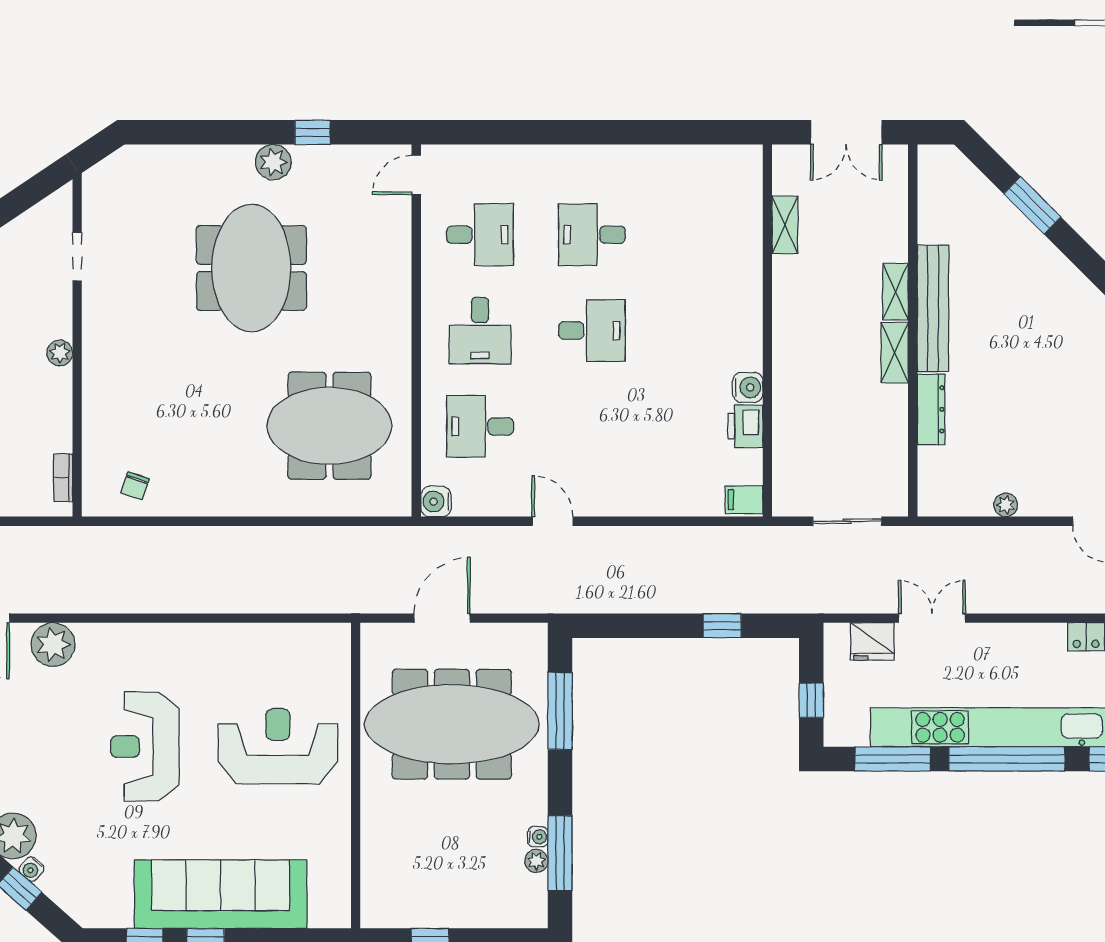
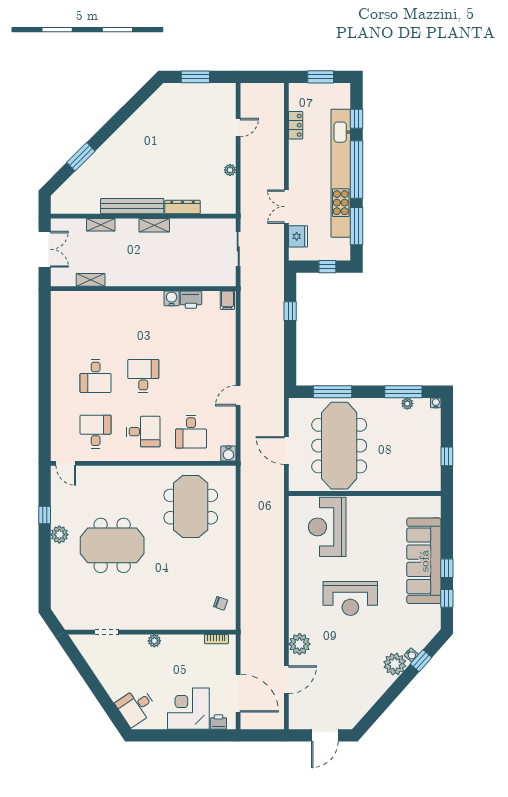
shelving: (895, 292) -> (101, 225), moved
reception desk: (278, 746) -> (327, 527), moved
water cooler: (538, 837) -> (436, 403), moved

